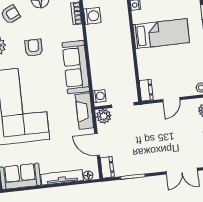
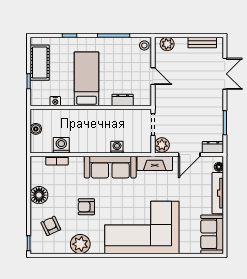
dresser: (146, 90) -> (123, 100), moved
washing machine: (99, 96) -> (117, 147), moved

